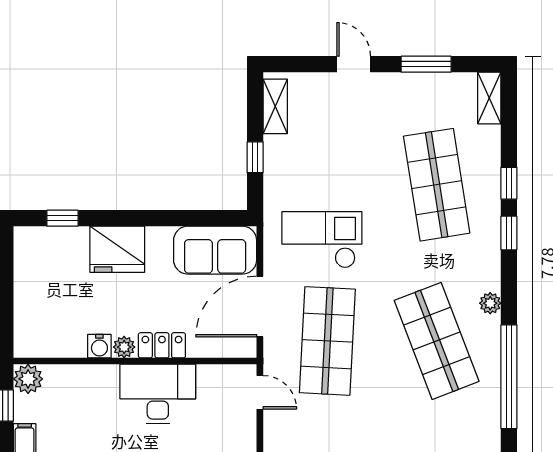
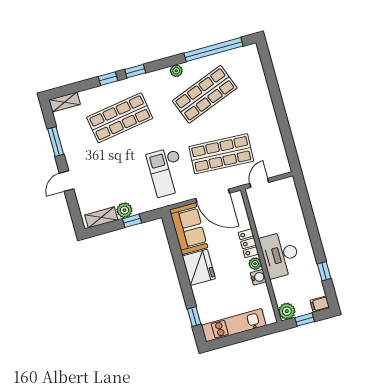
plant: (277, 149) -> (124, 210), added
fridge: (117, 249) -> (199, 267), moved
kitchen unit: (29, 282) -> (234, 325), added
desk: (158, 394) -> (280, 255), moved

